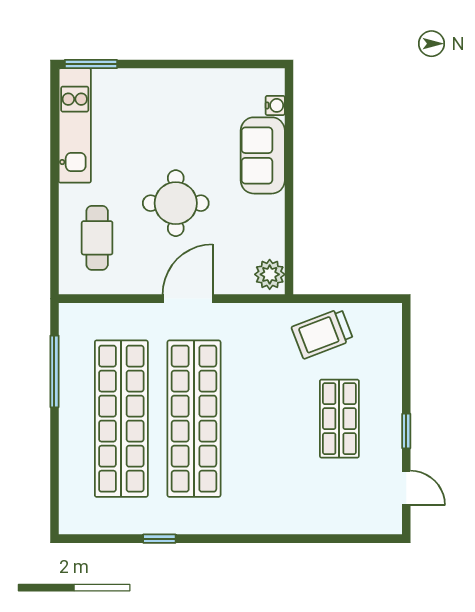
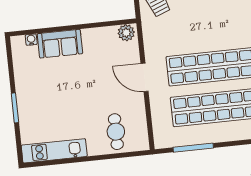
window: (91, 64) -> (15, 108), moved
round table: (176, 203) -> (92, 90), removed
cafe table: (97, 238) -> (116, 132), turned 90

